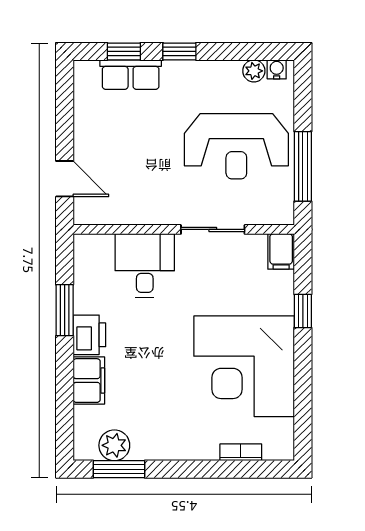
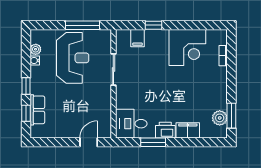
water cooler: (277, 69) -> (35, 60), moved
filing cabinet: (281, 251) -> (137, 38), moved, turned 90
desk: (145, 266) -> (131, 124), moved
corner desk: (244, 366) -> (187, 48), width x0.74, depth x0.74

